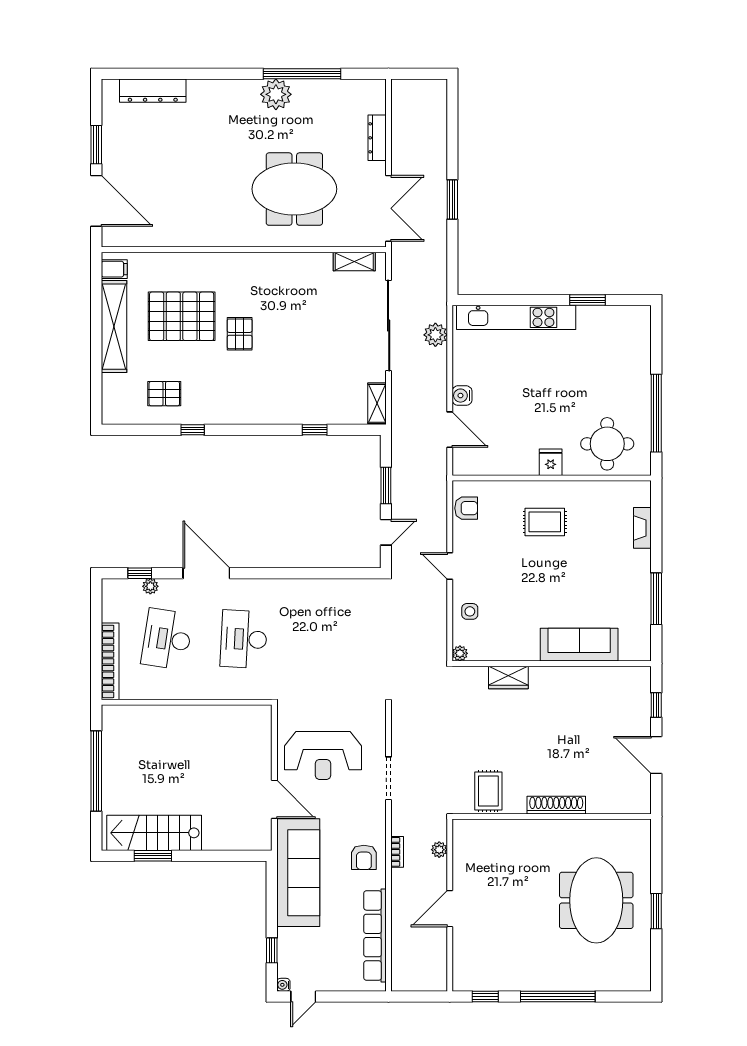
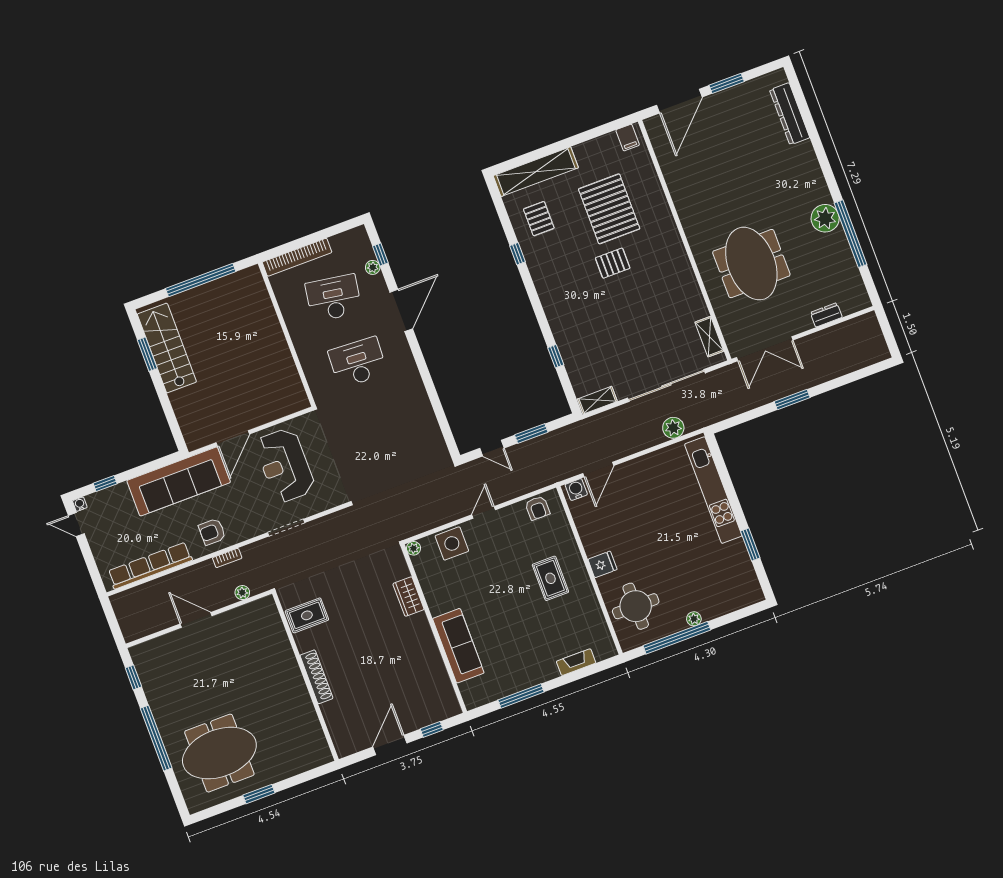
dresser: (377, 138) -> (826, 315), width x0.70
shelving: (114, 327) -> (536, 172), moved
plant: (643, 388) -> (694, 619), added
water cooler: (462, 396) -> (576, 490), moved
side table: (470, 611) -> (452, 543), width x1.87, depth x1.87
meeting table: (596, 900) -> (219, 753), moved

